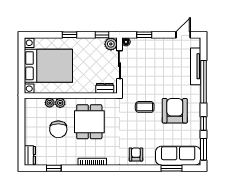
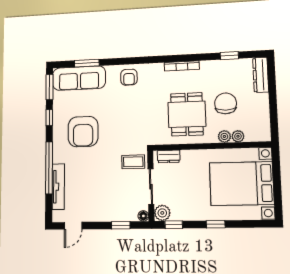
coffee table: (145, 107) -> (133, 162), moved
dresser: (30, 155) -> (261, 75), width x1.44

